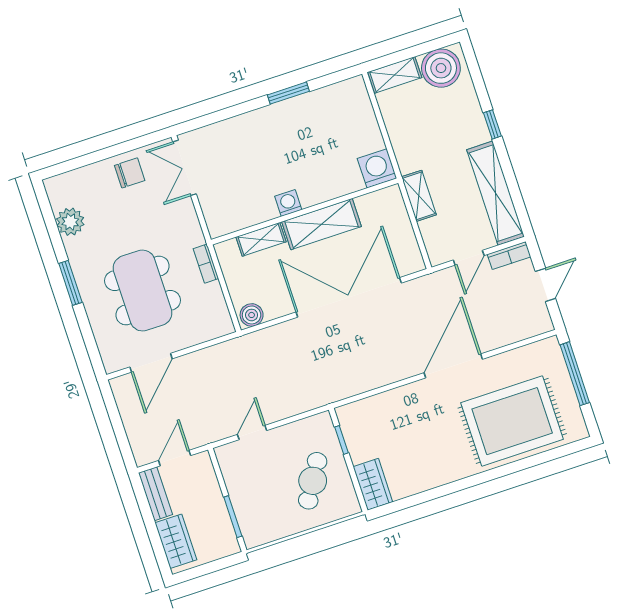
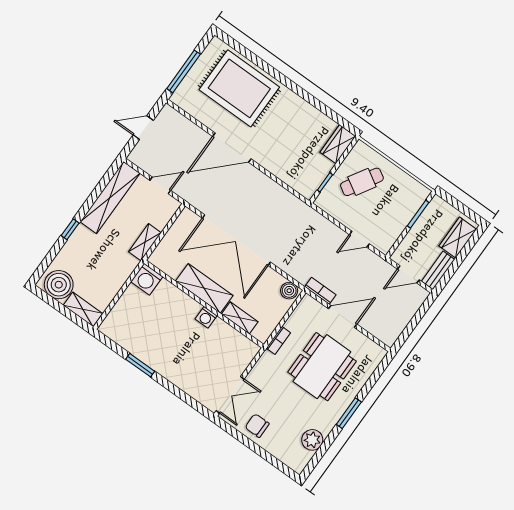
bookcase: (509, 256) -> (320, 291), moved
door: (151, 363) -> (343, 316), moved

